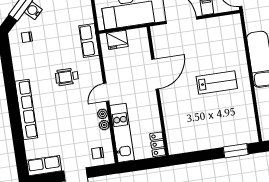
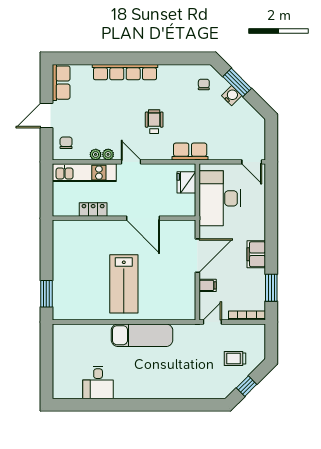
lab bench: (217, 82) -> (124, 284), width x1.36, depth x1.39
locker: (158, 144) -> (93, 210), moved

